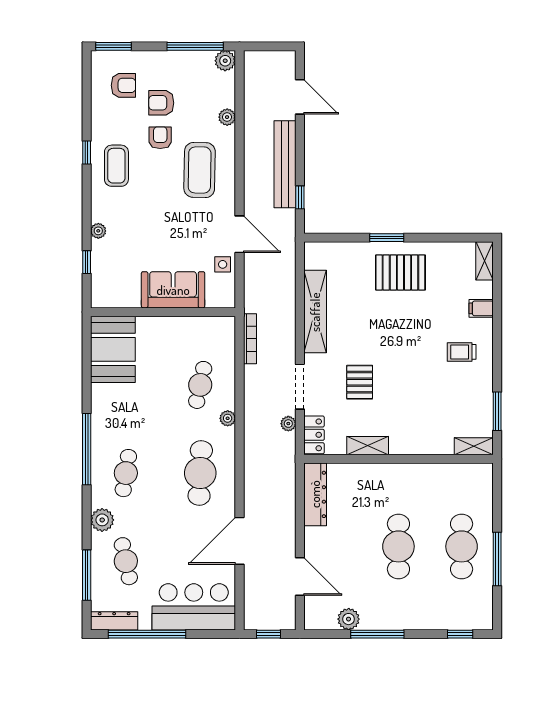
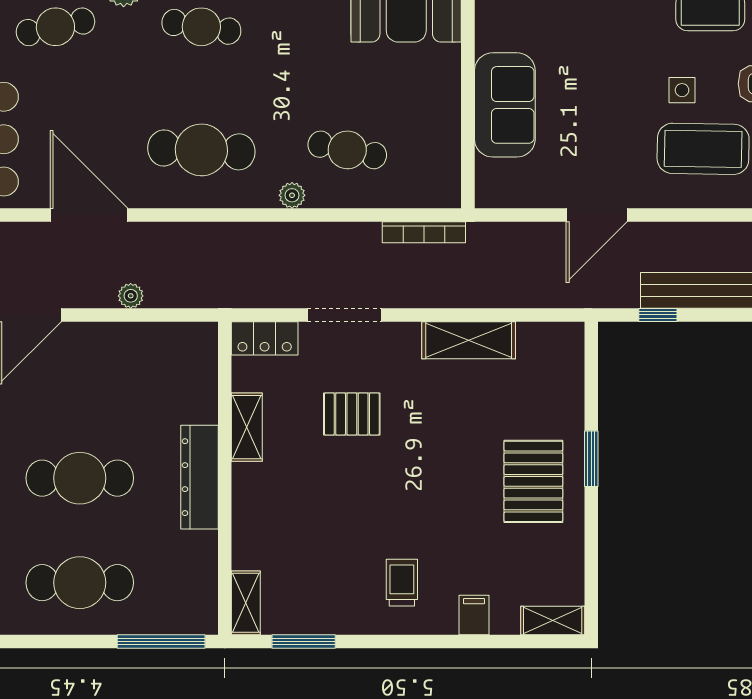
side table: (223, 264) -> (682, 90), moved
shelving: (315, 312) -> (469, 340), width x0.68
plant: (288, 424) -> (131, 296), moved
dresser: (315, 494) -> (199, 477), moved, turned 90
window: (497, 559) -> (161, 641), moved

